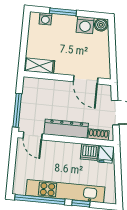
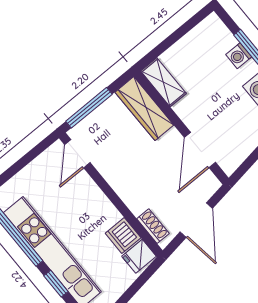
washing machine: (45, 19) -> (239, 56), moved
wardrobe: (42, 86) -> (144, 109), added
dresser: (66, 129) -> (123, 183), removed

